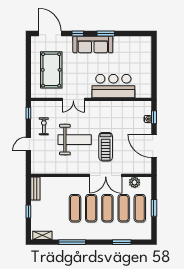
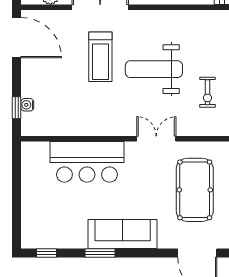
window: (78, 34) -> (46, 253), moved
door: (154, 146) -> (17, 38), moved
treadmill: (106, 147) -> (100, 57), turned 180

